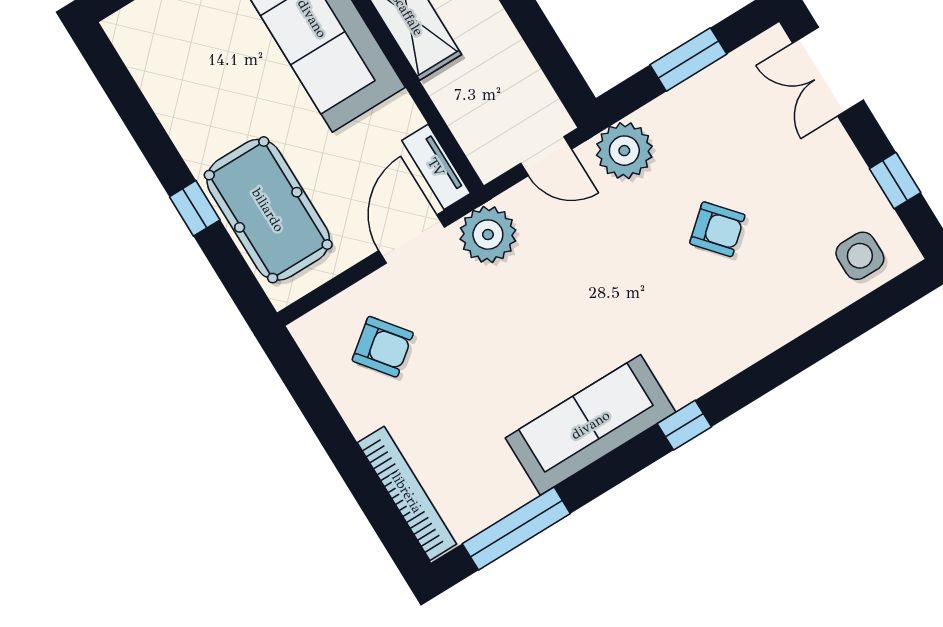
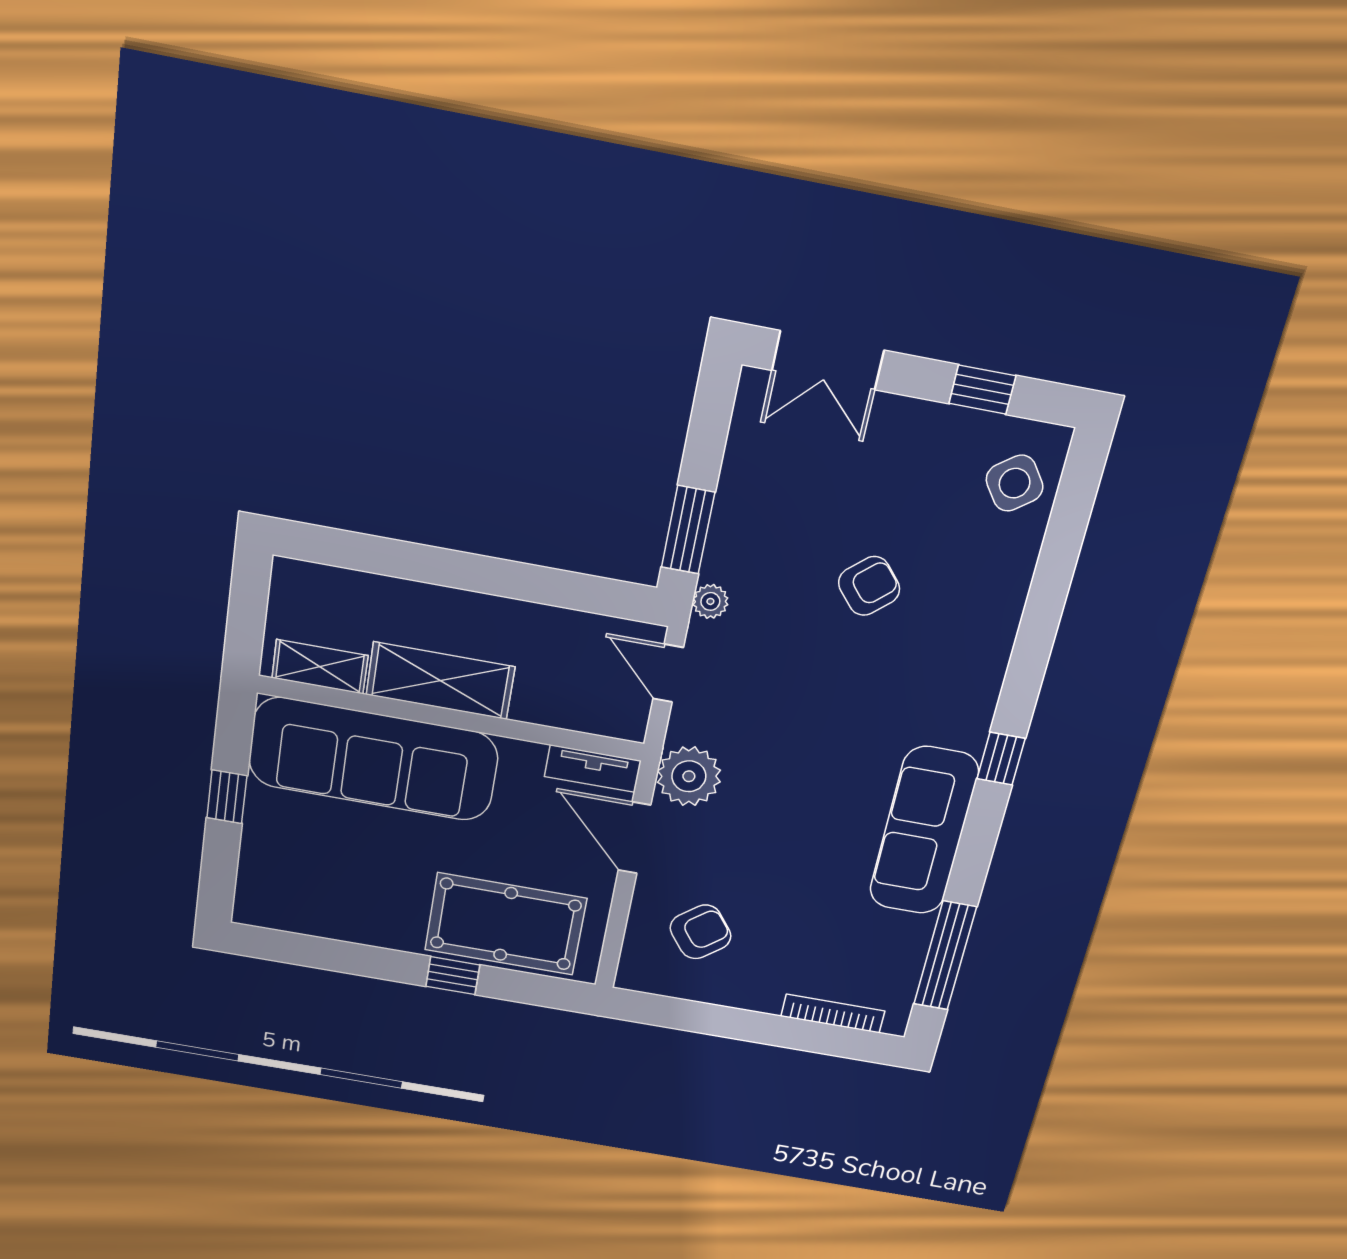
window: (688, 59) -> (688, 530), moved
plant: (624, 151) -> (710, 601), width x0.53, depth x0.53
door: (546, 156) -> (668, 673), swing flipped
side table: (860, 256) -> (1015, 483), turned -36
bookcase: (407, 493) -> (833, 1014), width x0.68, depth x0.76

